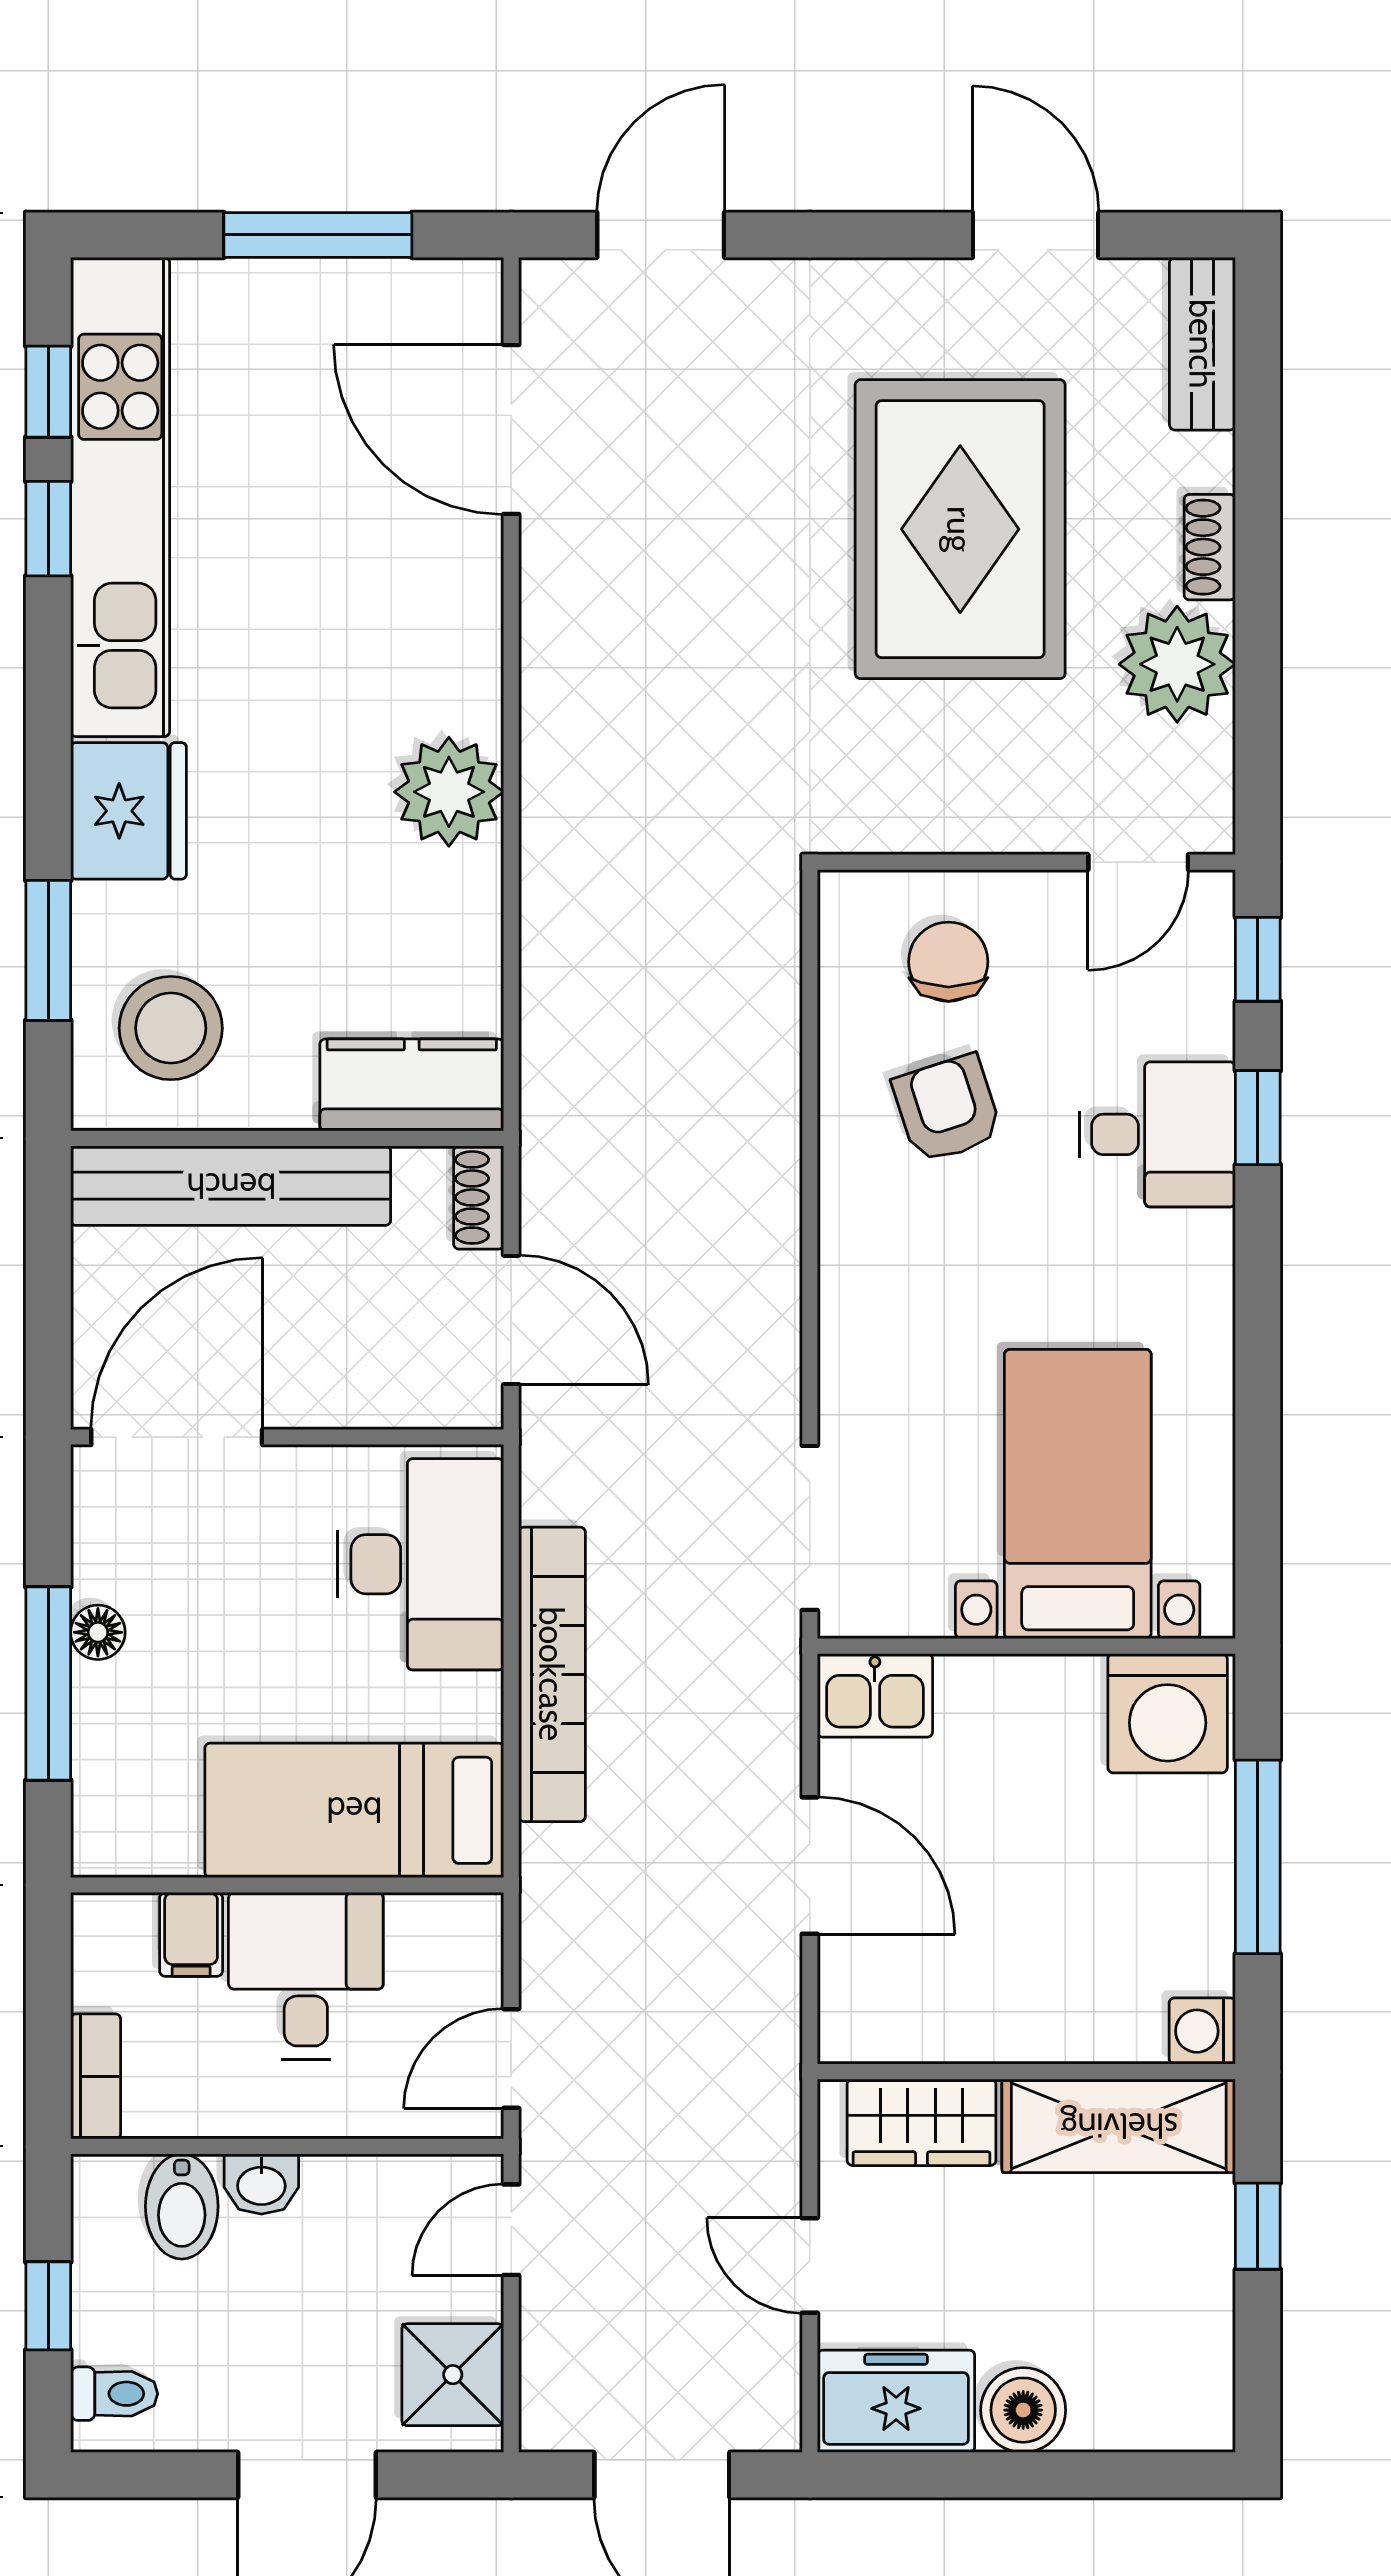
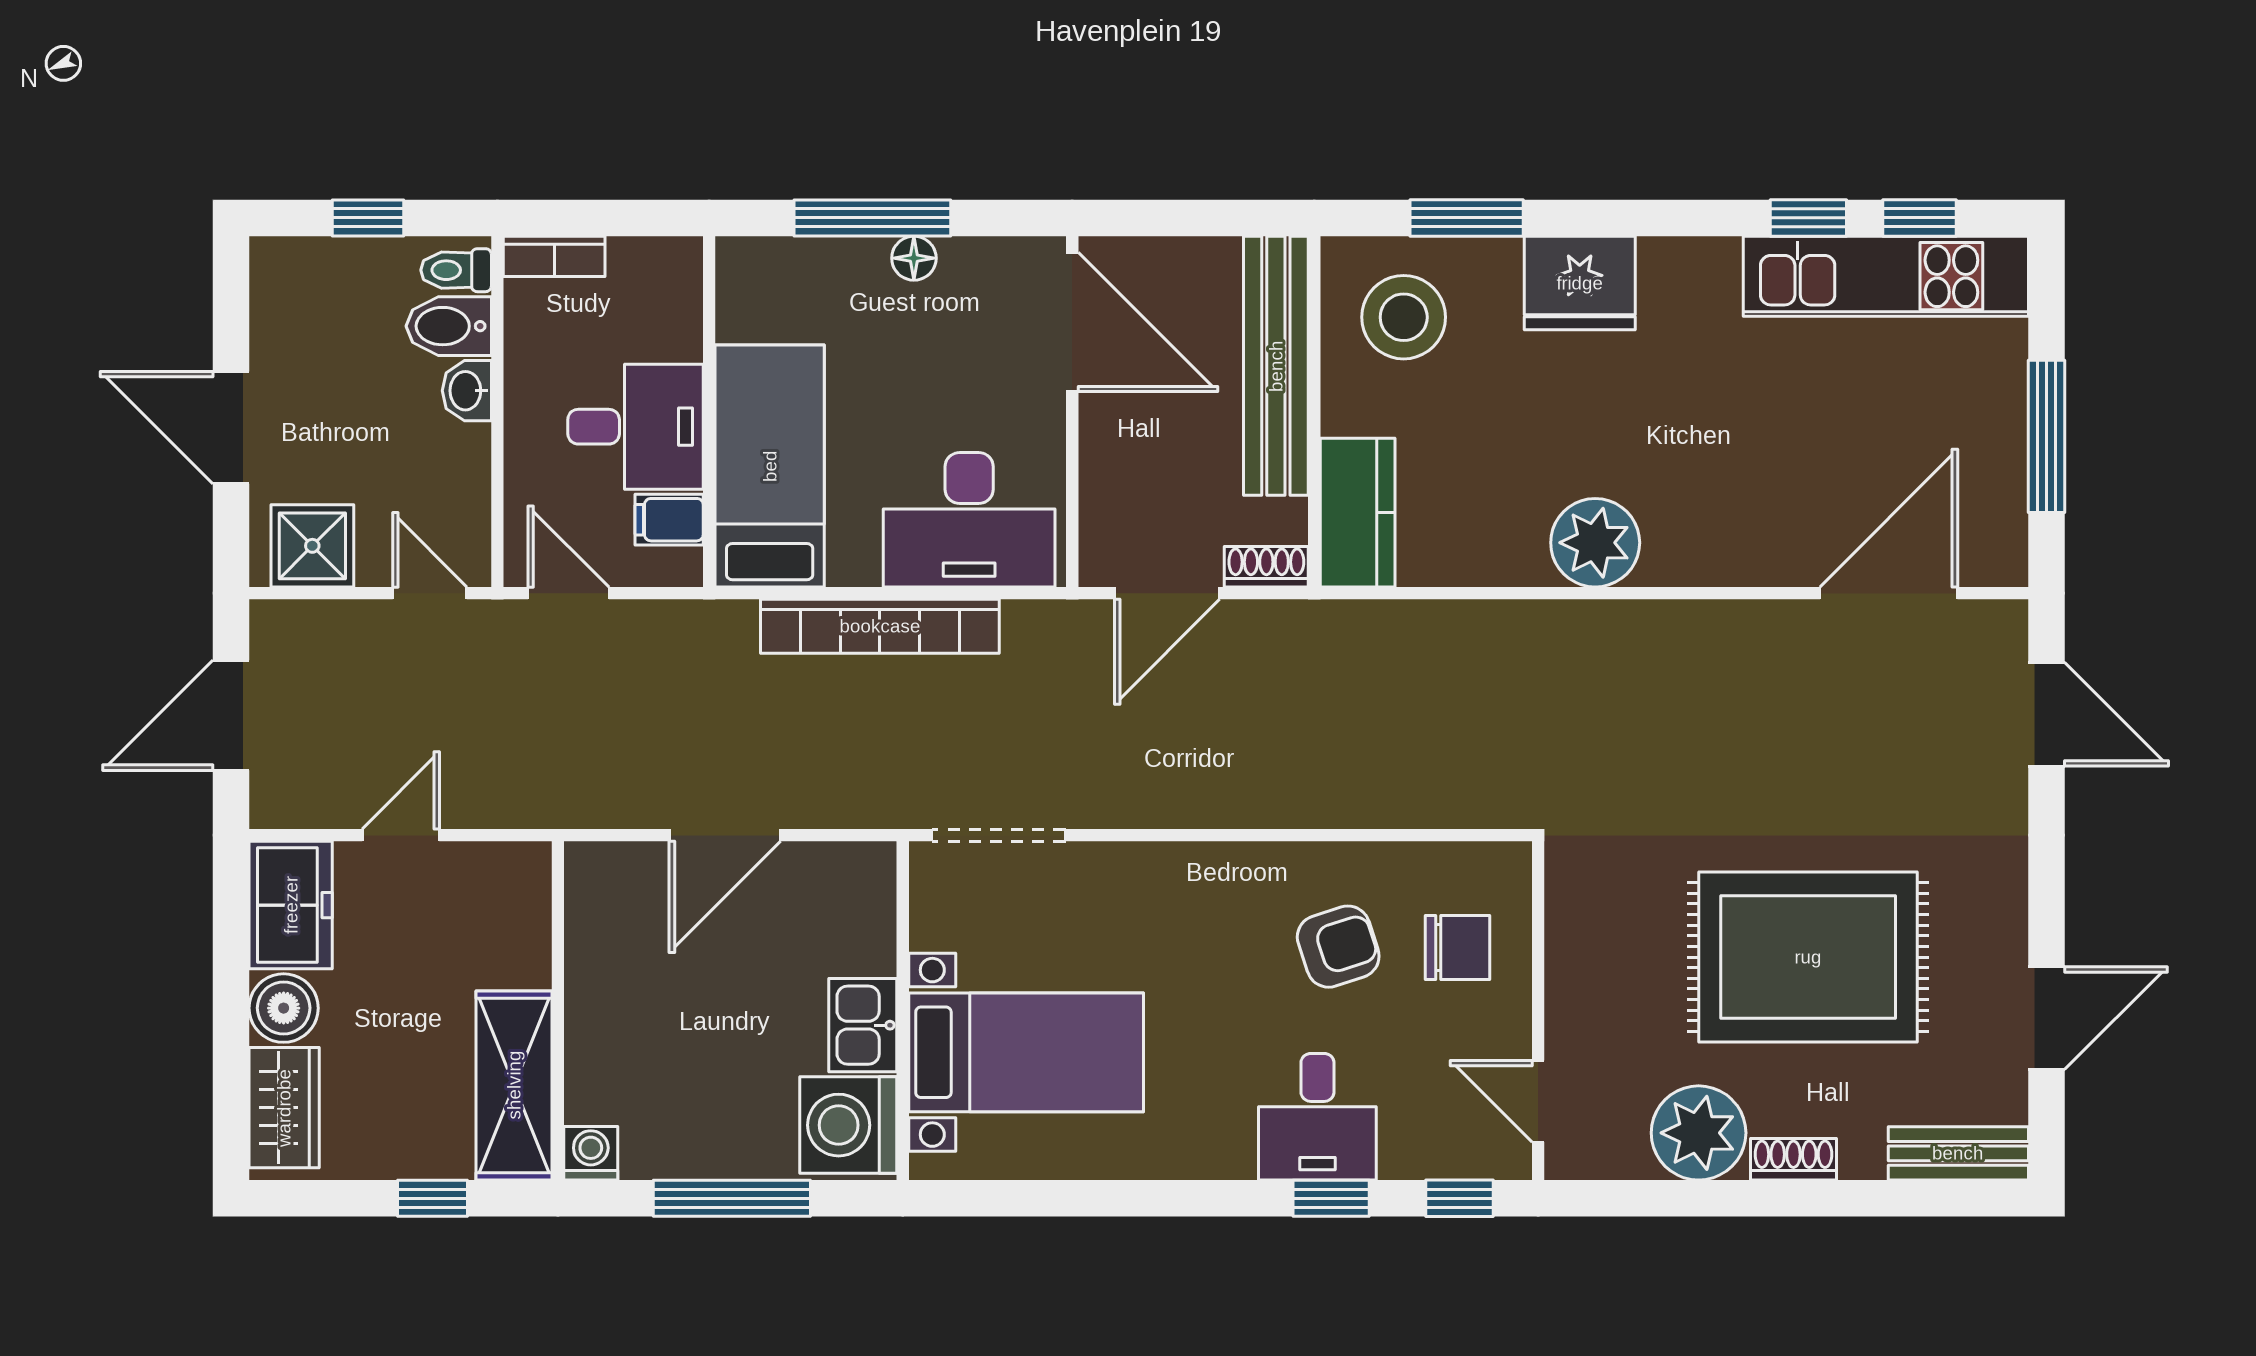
kitchen unit: (120, 497) -> (1886, 276), width x0.73
kitchen sink: (875, 1695) -> (863, 1025), moved
filing cabinet: (191, 1934) -> (669, 520), moved
wardrobe: (922, 2122) -> (284, 1108), moved, turned 180
toilet: (114, 2394) -> (456, 270), moved, turned 90

